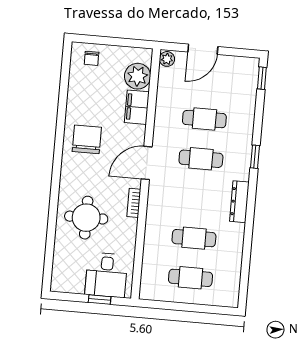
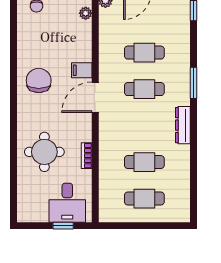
plant: (138, 76) -> (86, 13), width x0.53, depth x0.53
filing cabinet: (137, 107) -> (82, 70), moved, width x0.50
window: (255, 157) -> (194, 83), width x1.50
bookcase: (134, 203) -> (87, 156), moved

